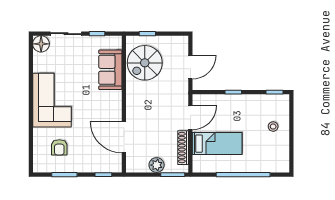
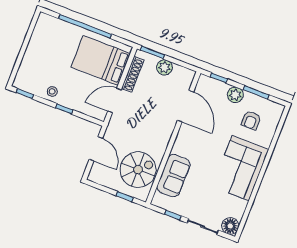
door: (190, 67) -> (96, 149), swing flipped
stool: (273, 127) -> (52, 91), moved
bed: (217, 144) -> (101, 60), width x1.50
armchair: (59, 147) -> (251, 120), turned 180
plant: (82, 165) -> (235, 95), added

